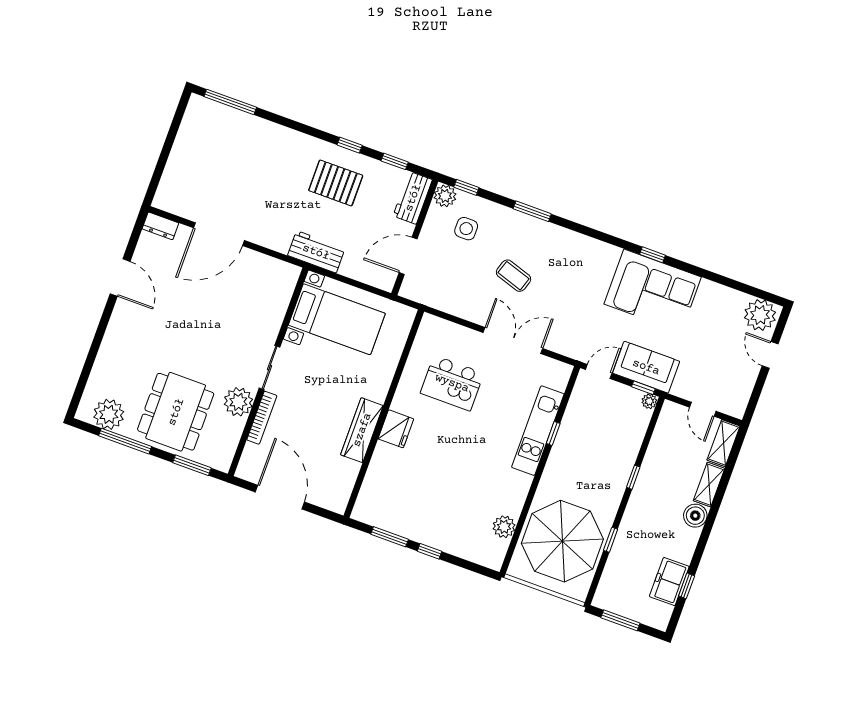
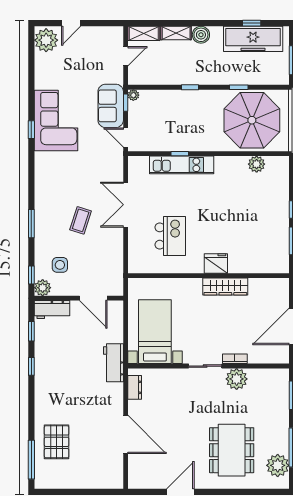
pallet: (336, 183) -> (57, 442), moved
dresser: (160, 226) -> (135, 387), moved
dining table: (176, 412) -> (232, 450), moved, turned 90
bookcase: (262, 418) -> (235, 359), width x0.64
freezer: (669, 582) -> (253, 39), width x1.91, depth x1.26

